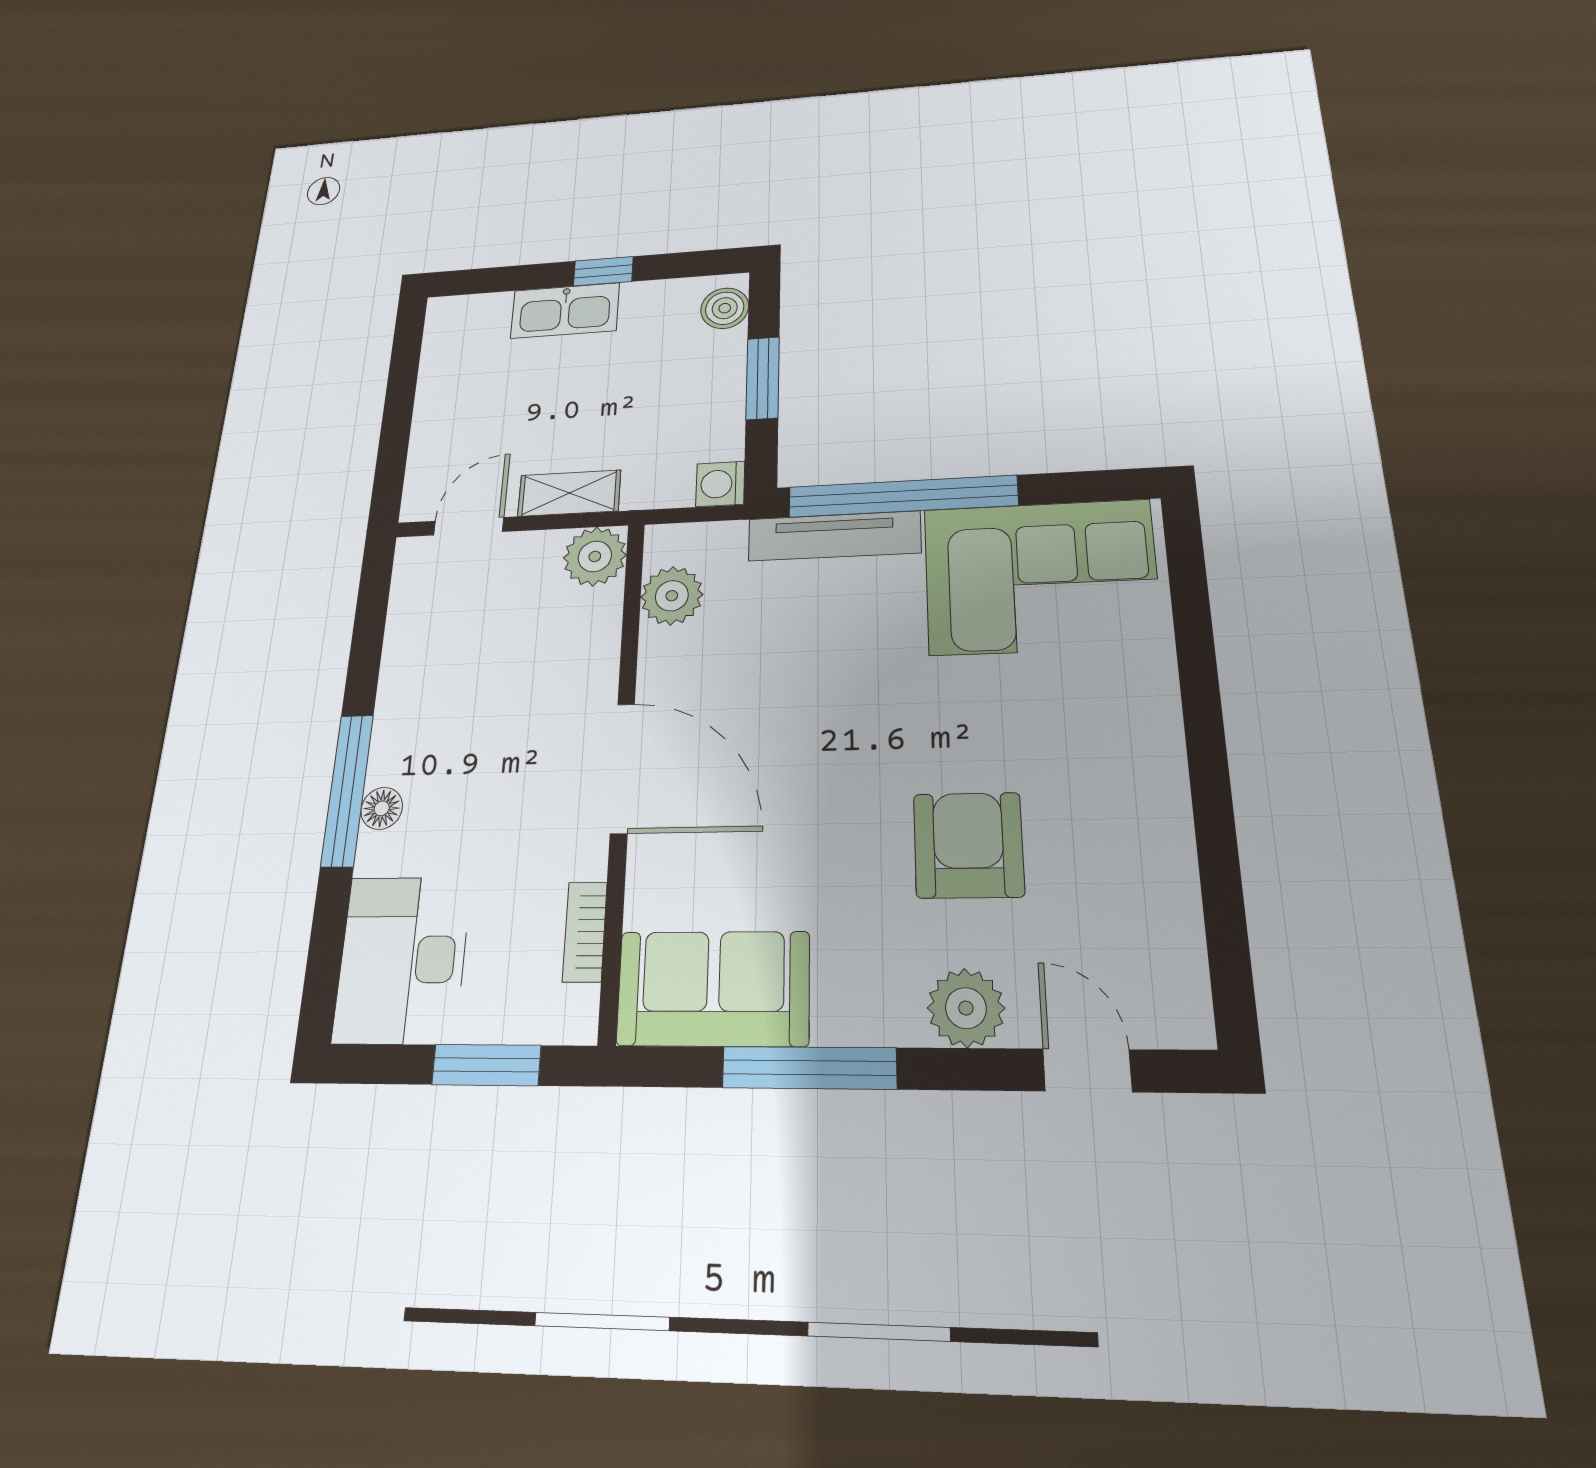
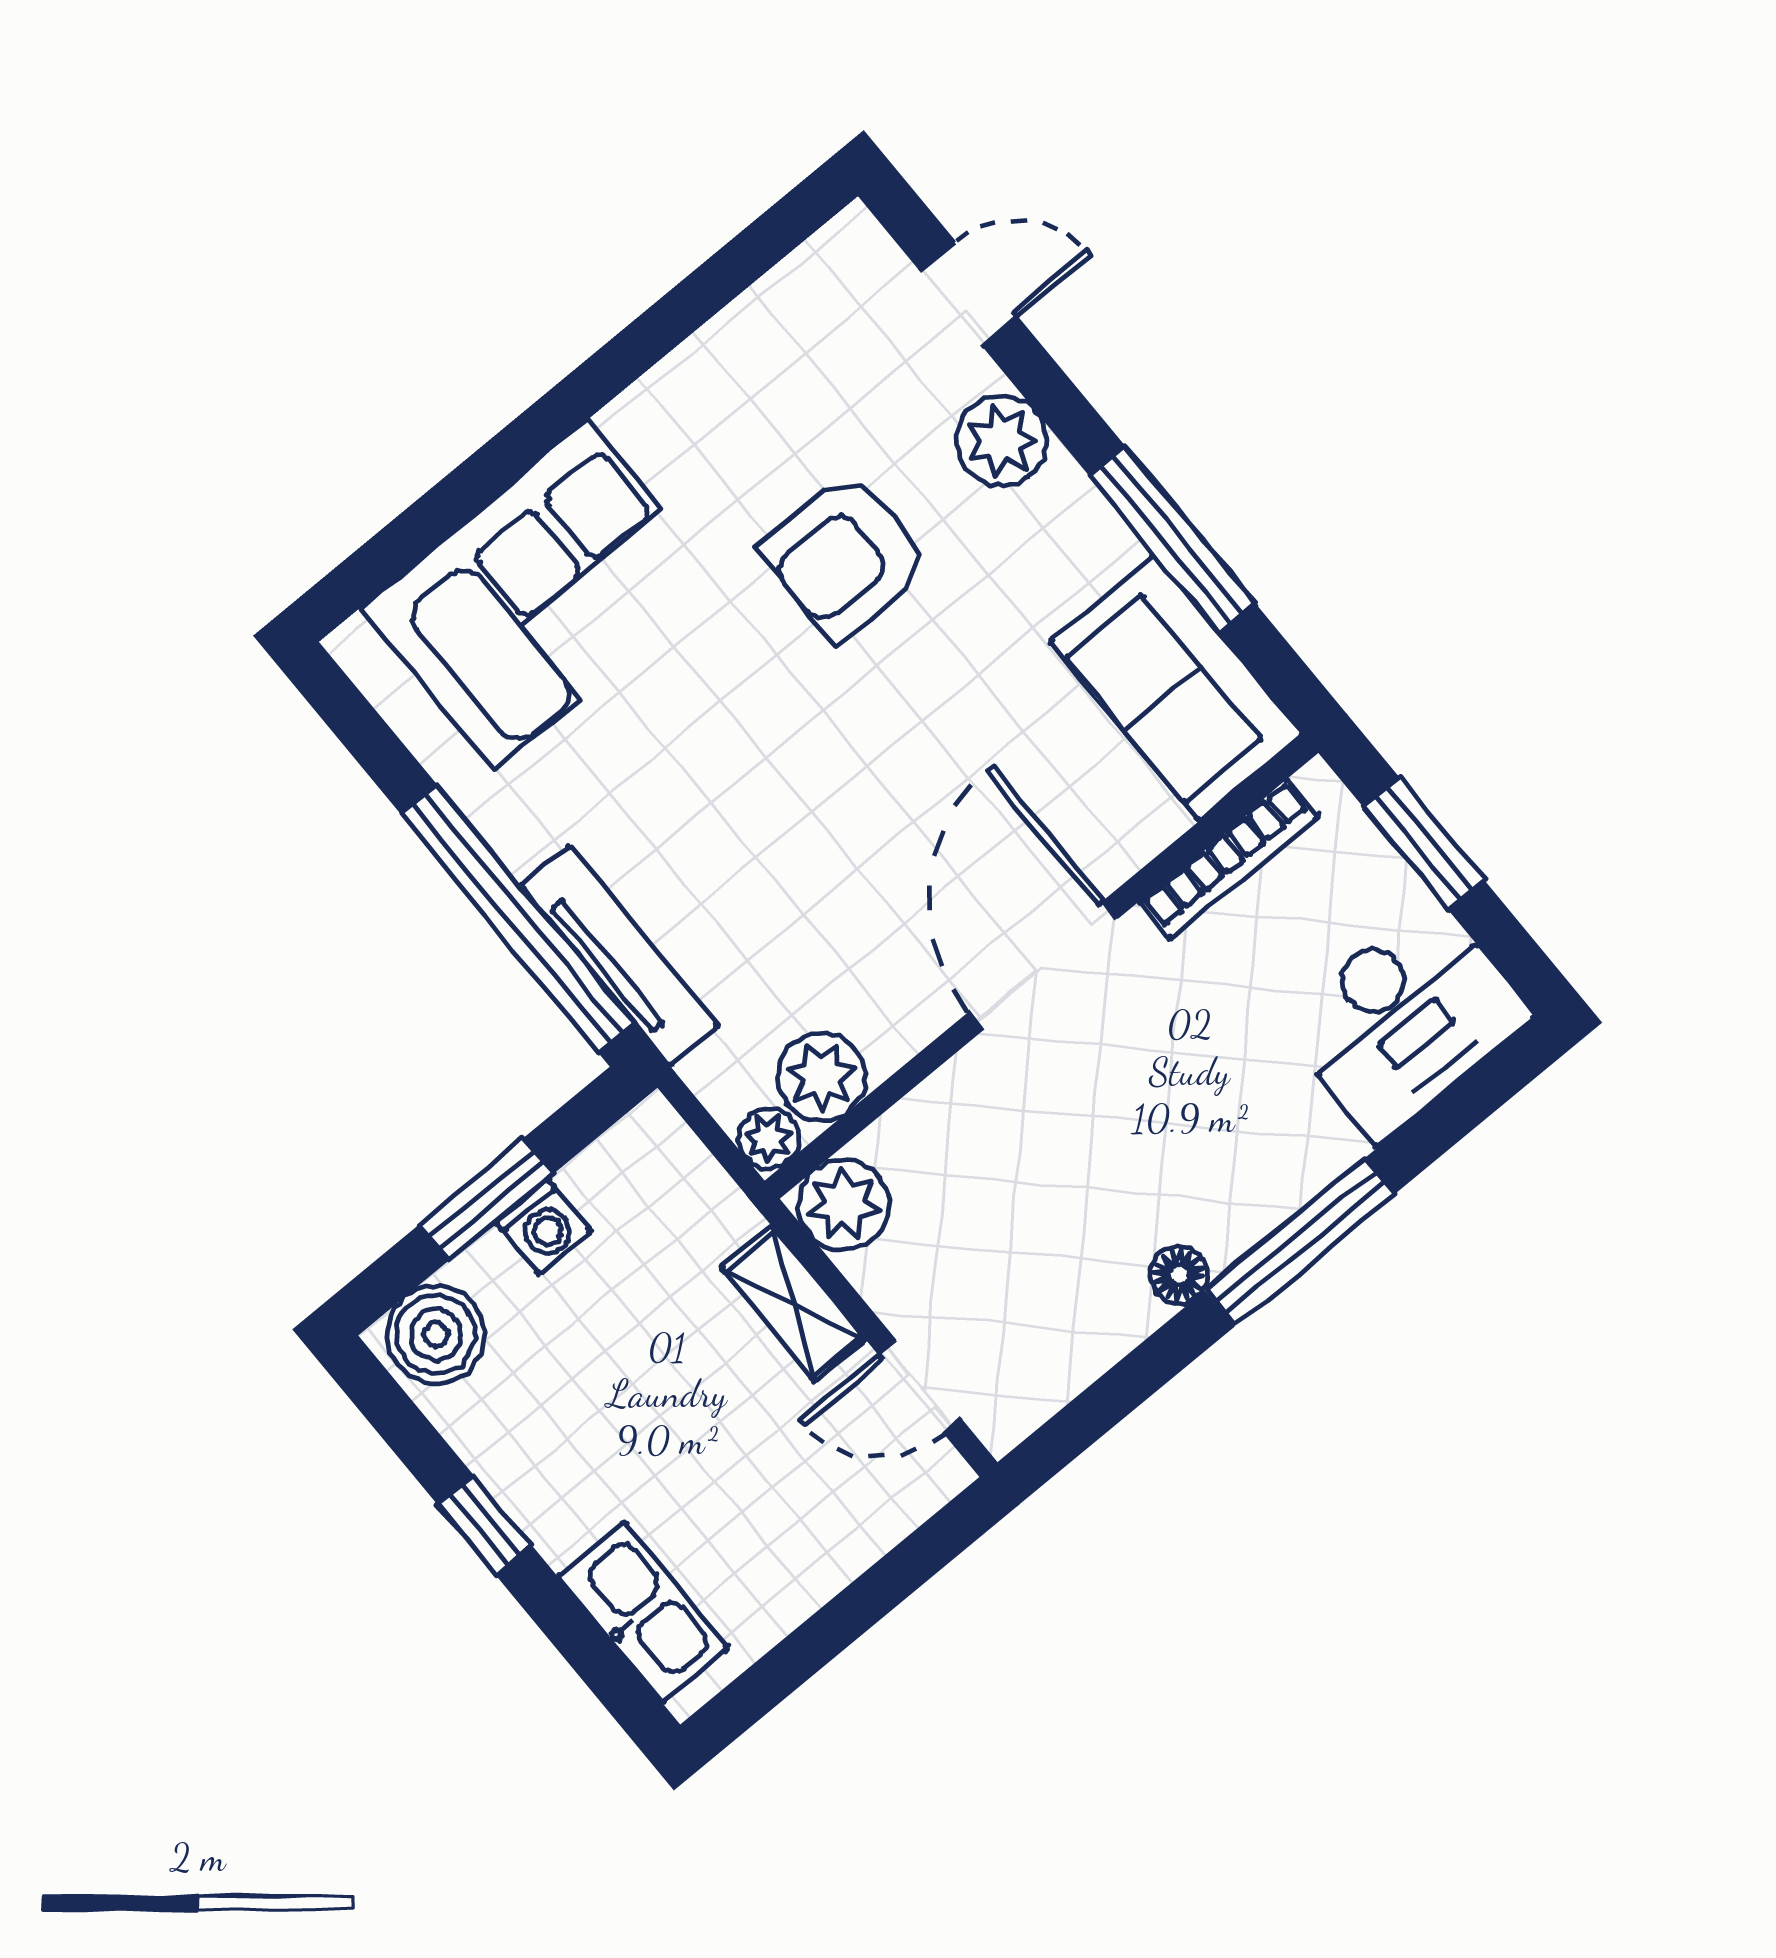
boiler: (725, 308) -> (436, 1335), width x1.36, depth x1.36
kitchen sink: (565, 311) -> (643, 1612), moved
washing machine: (720, 484) -> (543, 1226), moved
plant: (665, 543) -> (769, 1138), added
corner sofa: (1040, 577) -> (541, 595), moved, turned 90
floor lamp: (382, 808) -> (1179, 1275), moved
bookcase: (585, 932) -> (1229, 859), width x1.56
door: (1087, 1070) -> (969, 294), swing flipped

